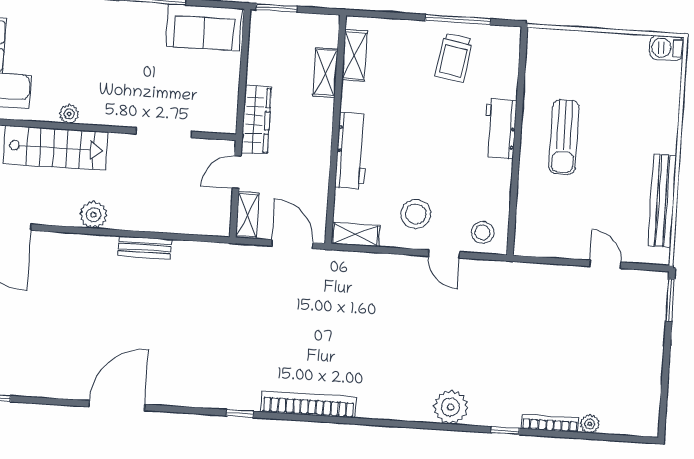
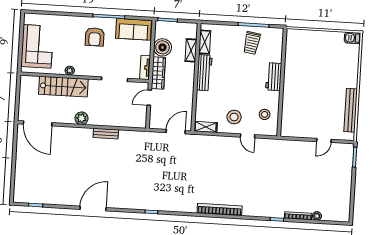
armchair: (122, 43) -> (95, 37), added
boiler: (265, 66) -> (162, 47), added
tv unit: (228, 108) -> (145, 67), added
sun lounger: (564, 137) -> (304, 80), removed
workbench: (351, 151) -> (204, 73), moved
shelving: (247, 215) -> (154, 118), removed
stool: (482, 232) -> (265, 114), moved
door: (292, 244) -> (176, 132), hinge flipped
door: (605, 264) -> (324, 140), swing flipped
bookcase: (308, 404) -> (220, 210), moved
plant: (451, 407) -> (251, 208), removed

